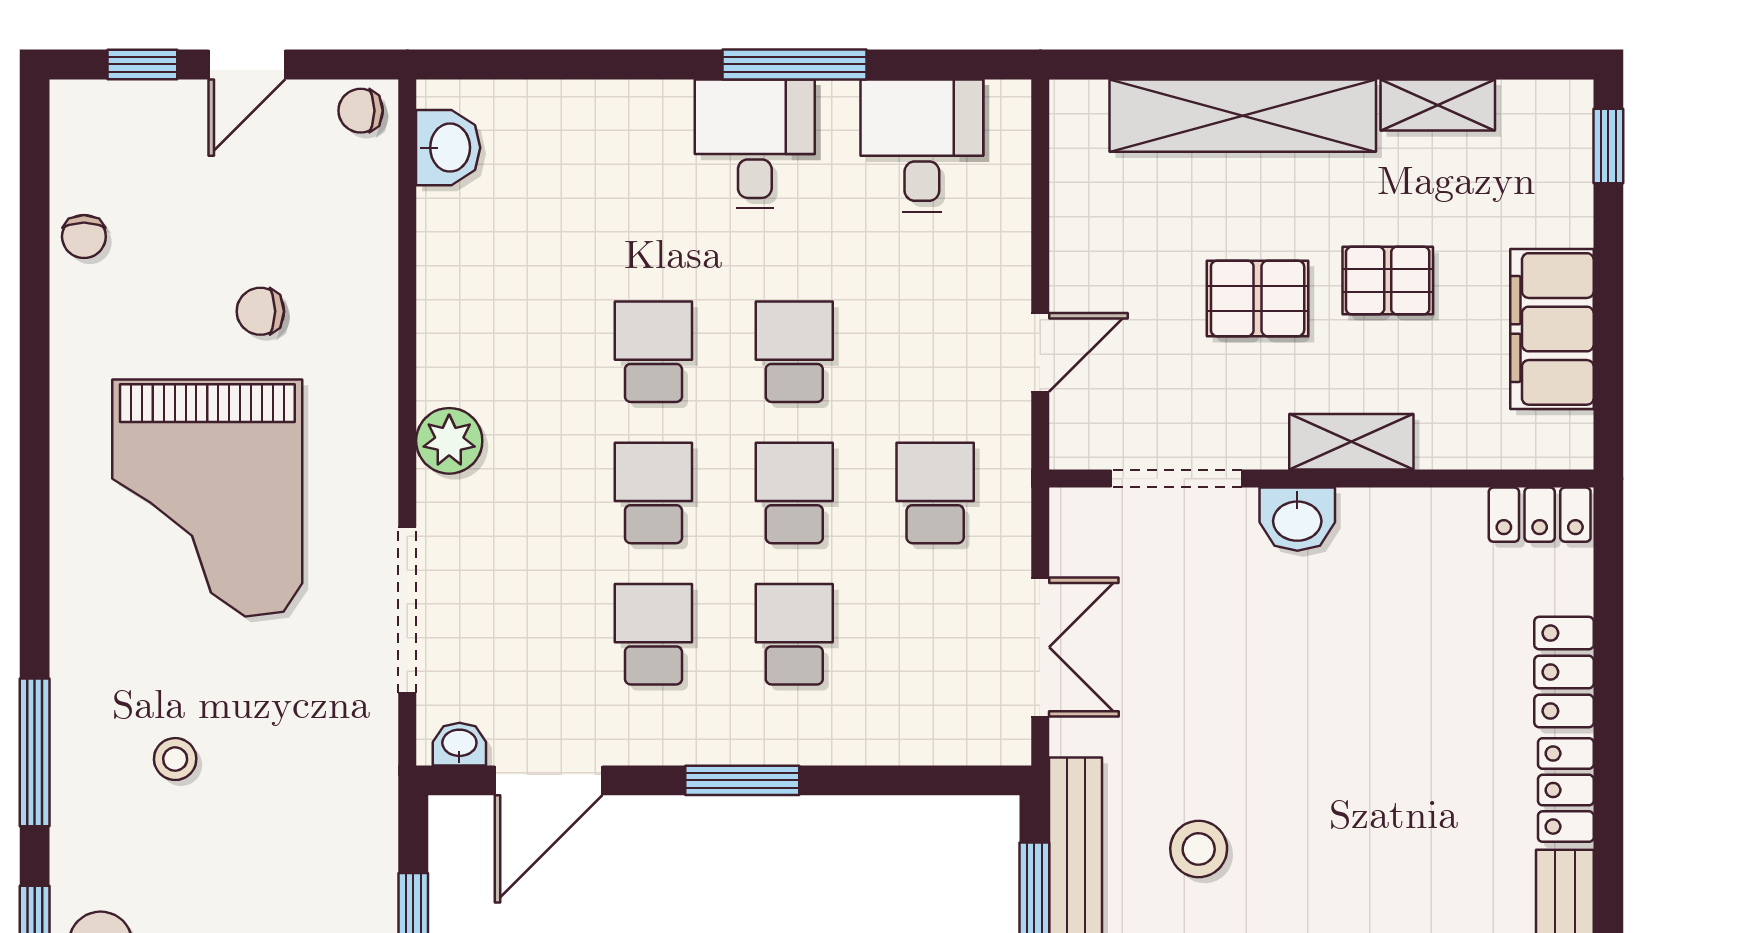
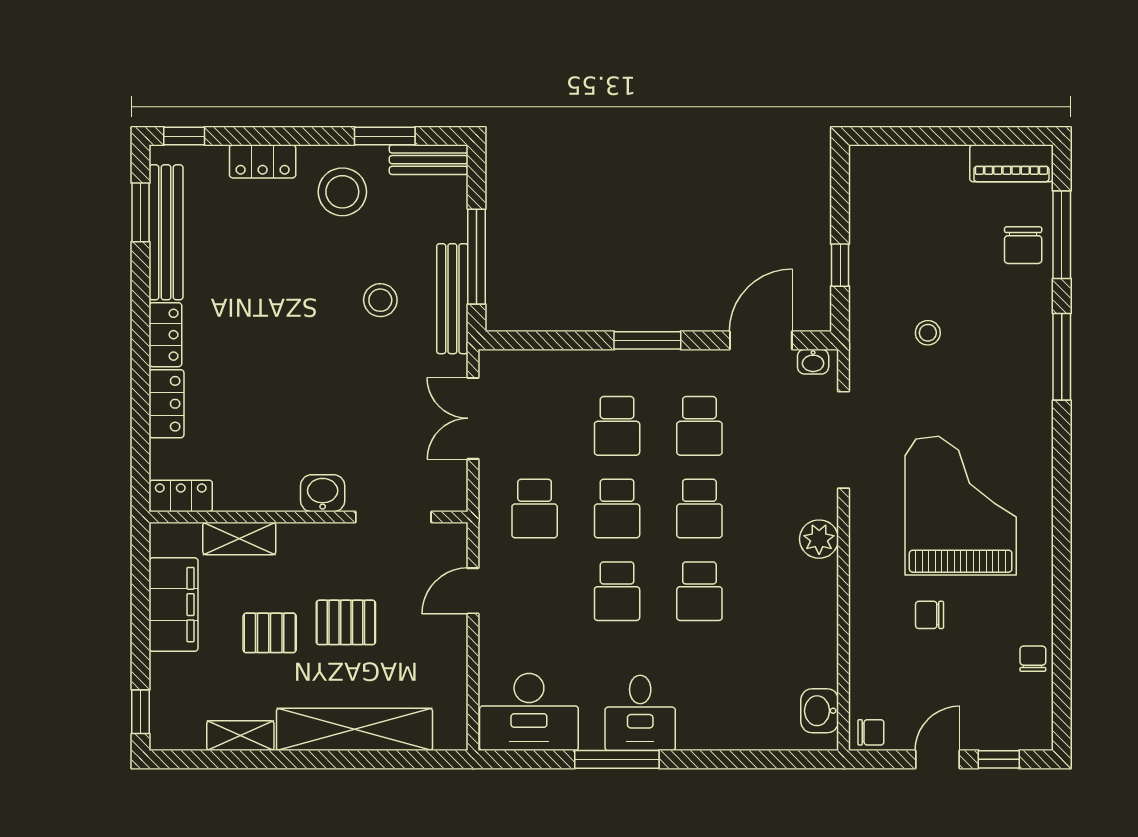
desk: (922, 145) -> (529, 712), width x1.37
chair: (260, 311) -> (930, 615), turned 180
shelving: (1351, 442) -> (239, 539), moved
stool: (175, 759) -> (928, 333), moved

